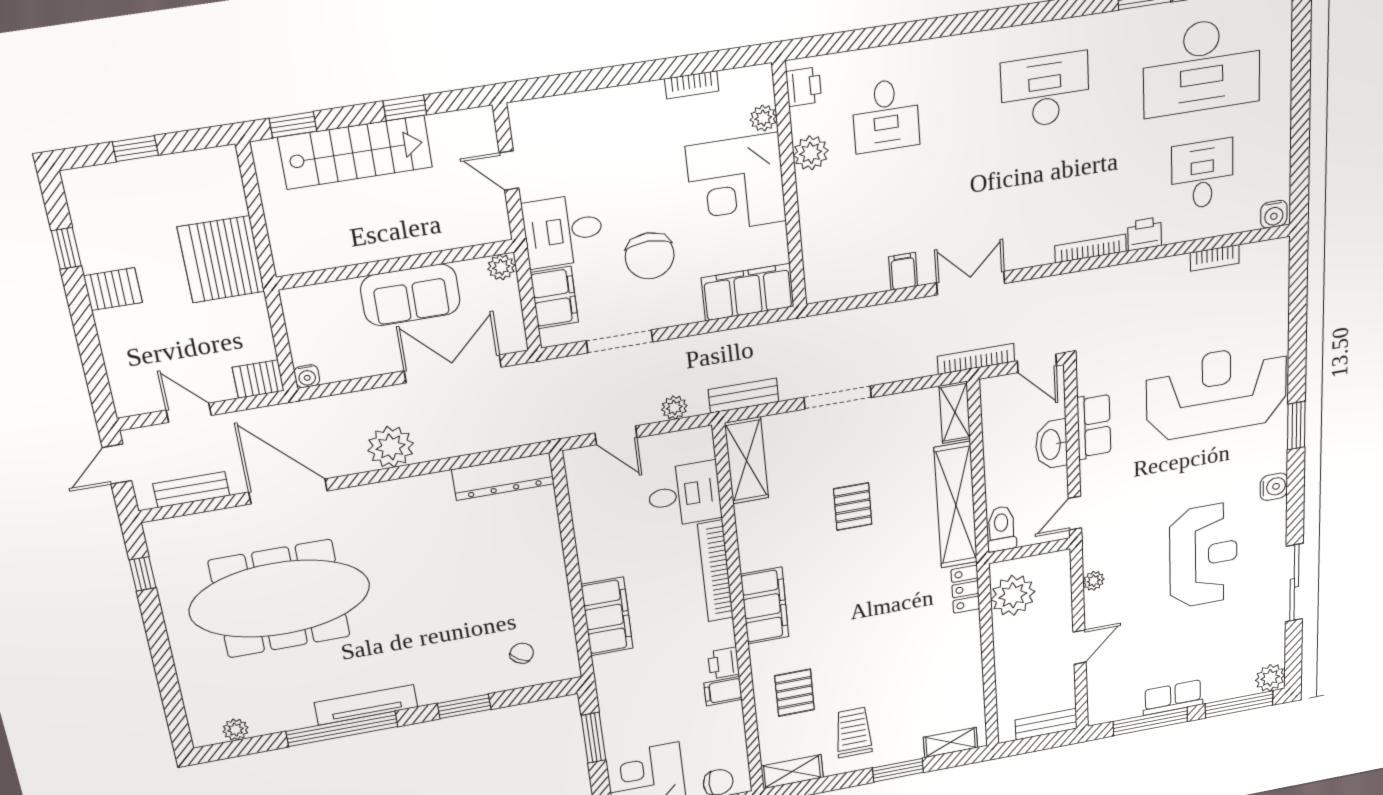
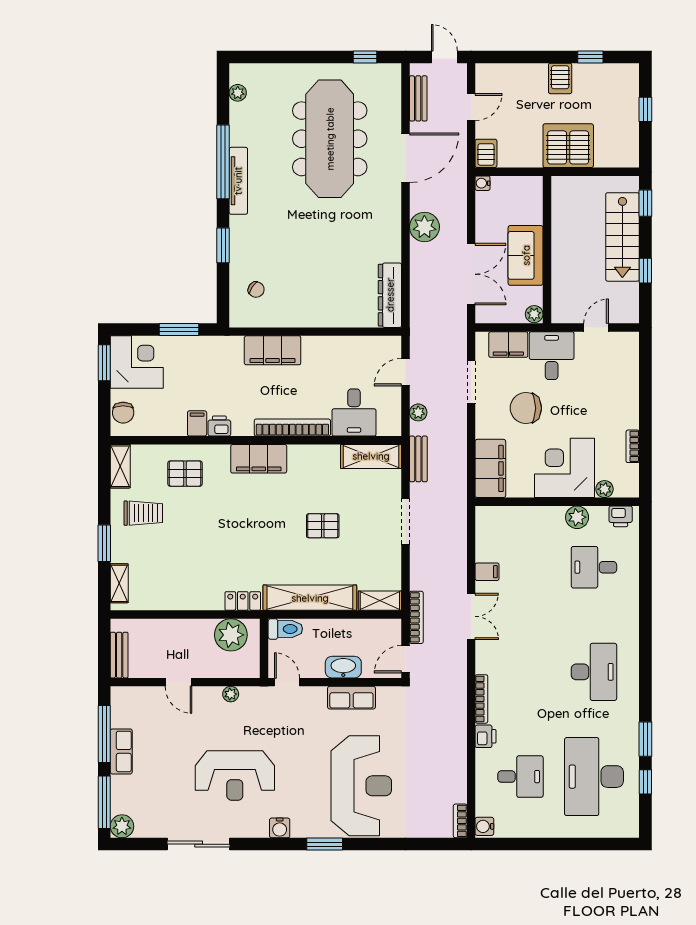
bookcase: (1215, 258) -> (460, 821), moved

